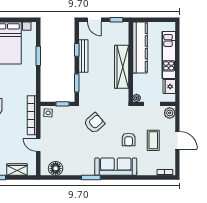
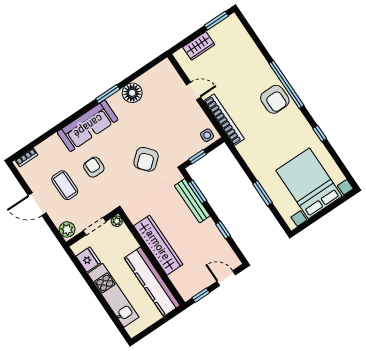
bench: (83, 56) -> (192, 201), moved
floor lamp: (56, 168) -> (132, 93), moved

